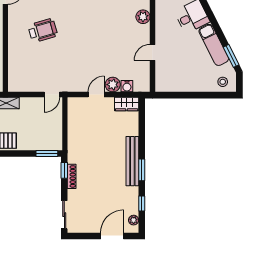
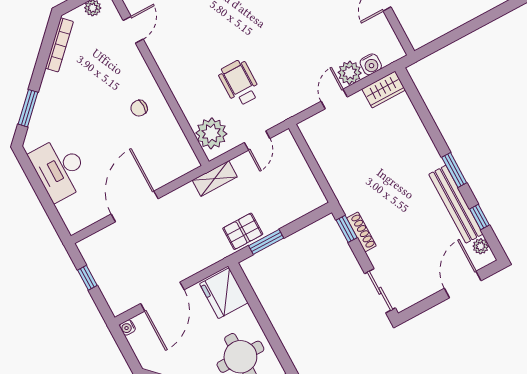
wheelchair: (43, 30) -> (239, 83), moved, turned -74
plant: (18, 77) -> (211, 133), added
door: (52, 95) -> (257, 140), moved
window: (47, 154) -> (266, 242), moved
bench: (132, 161) -> (456, 204), moved

